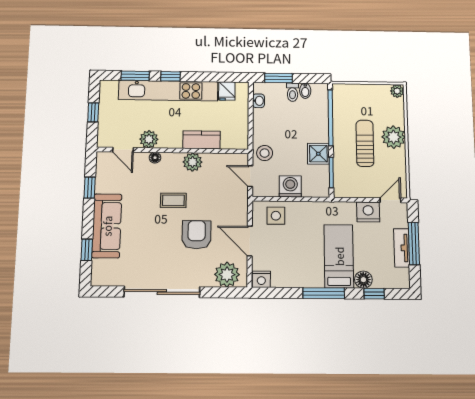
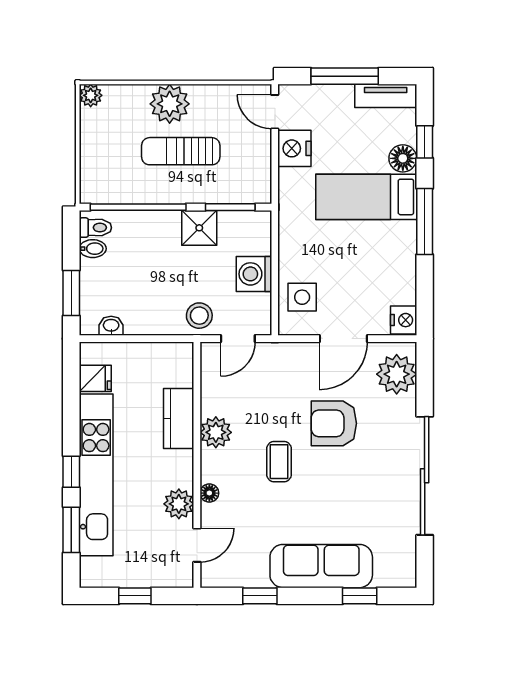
toilet: (292, 92) -> (95, 228), moved
tv unit: (402, 248) -> (386, 96), moved

